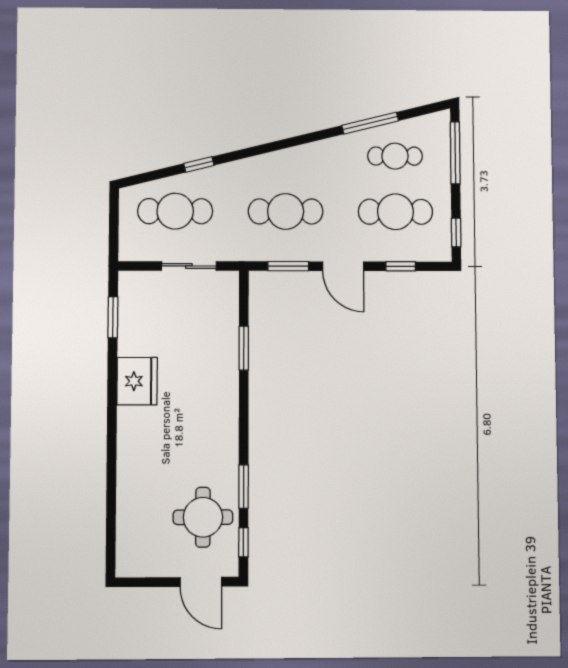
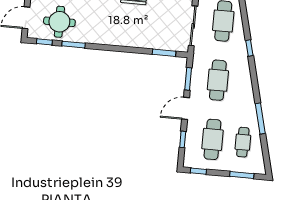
window: (370, 123) -> (260, 119), moved
window: (455, 153) -> (242, 175), width x0.69
window: (199, 164) -> (249, 48), moved
sliding door: (189, 266) -> (193, 26), width x1.37
window: (244, 348) -> (164, 53), moved

